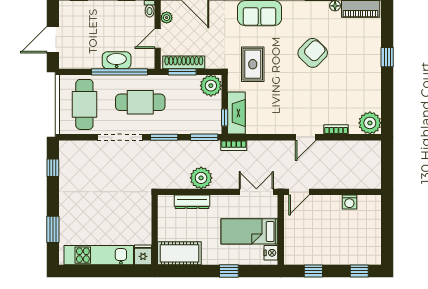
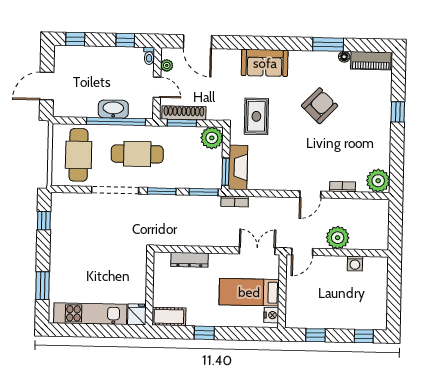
door: (158, 38) -> (157, 87), swing flipped
window: (225, 117) -> (226, 172), width x1.50
plant: (201, 178) -> (338, 238), moved
cot: (179, 253) -> (169, 317), width x0.73, depth x0.75
window: (229, 271) -> (204, 333), moved

